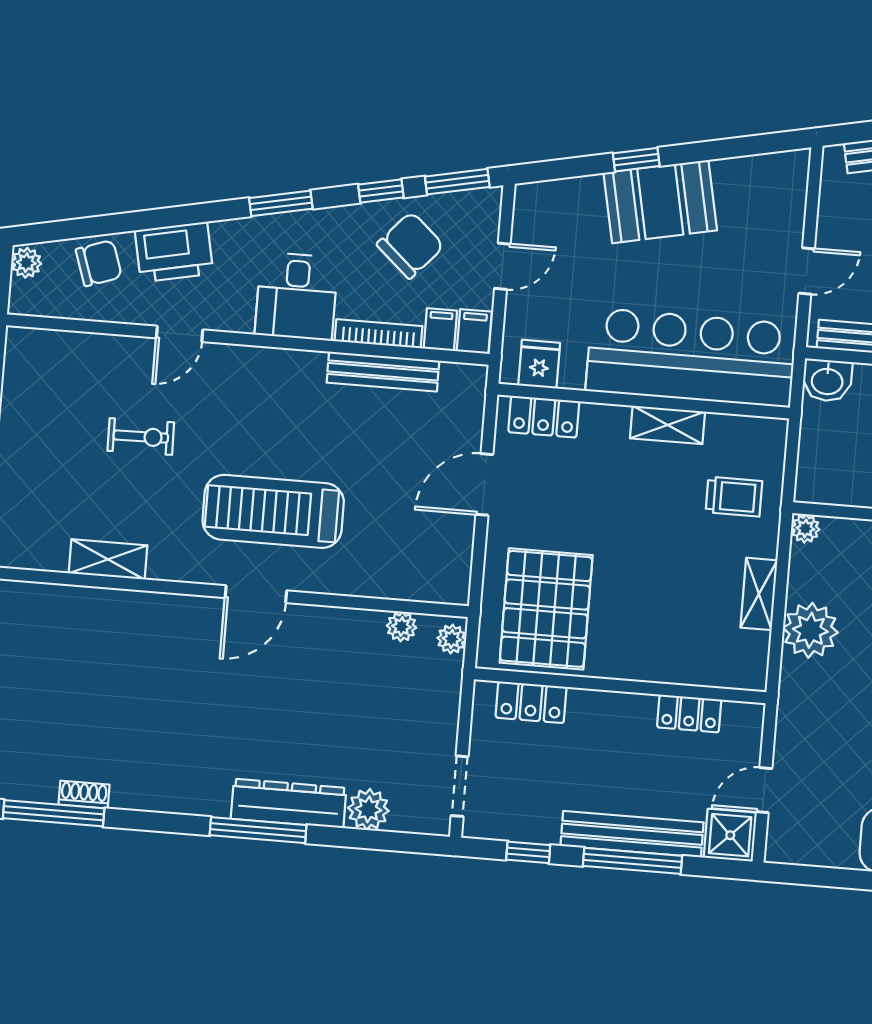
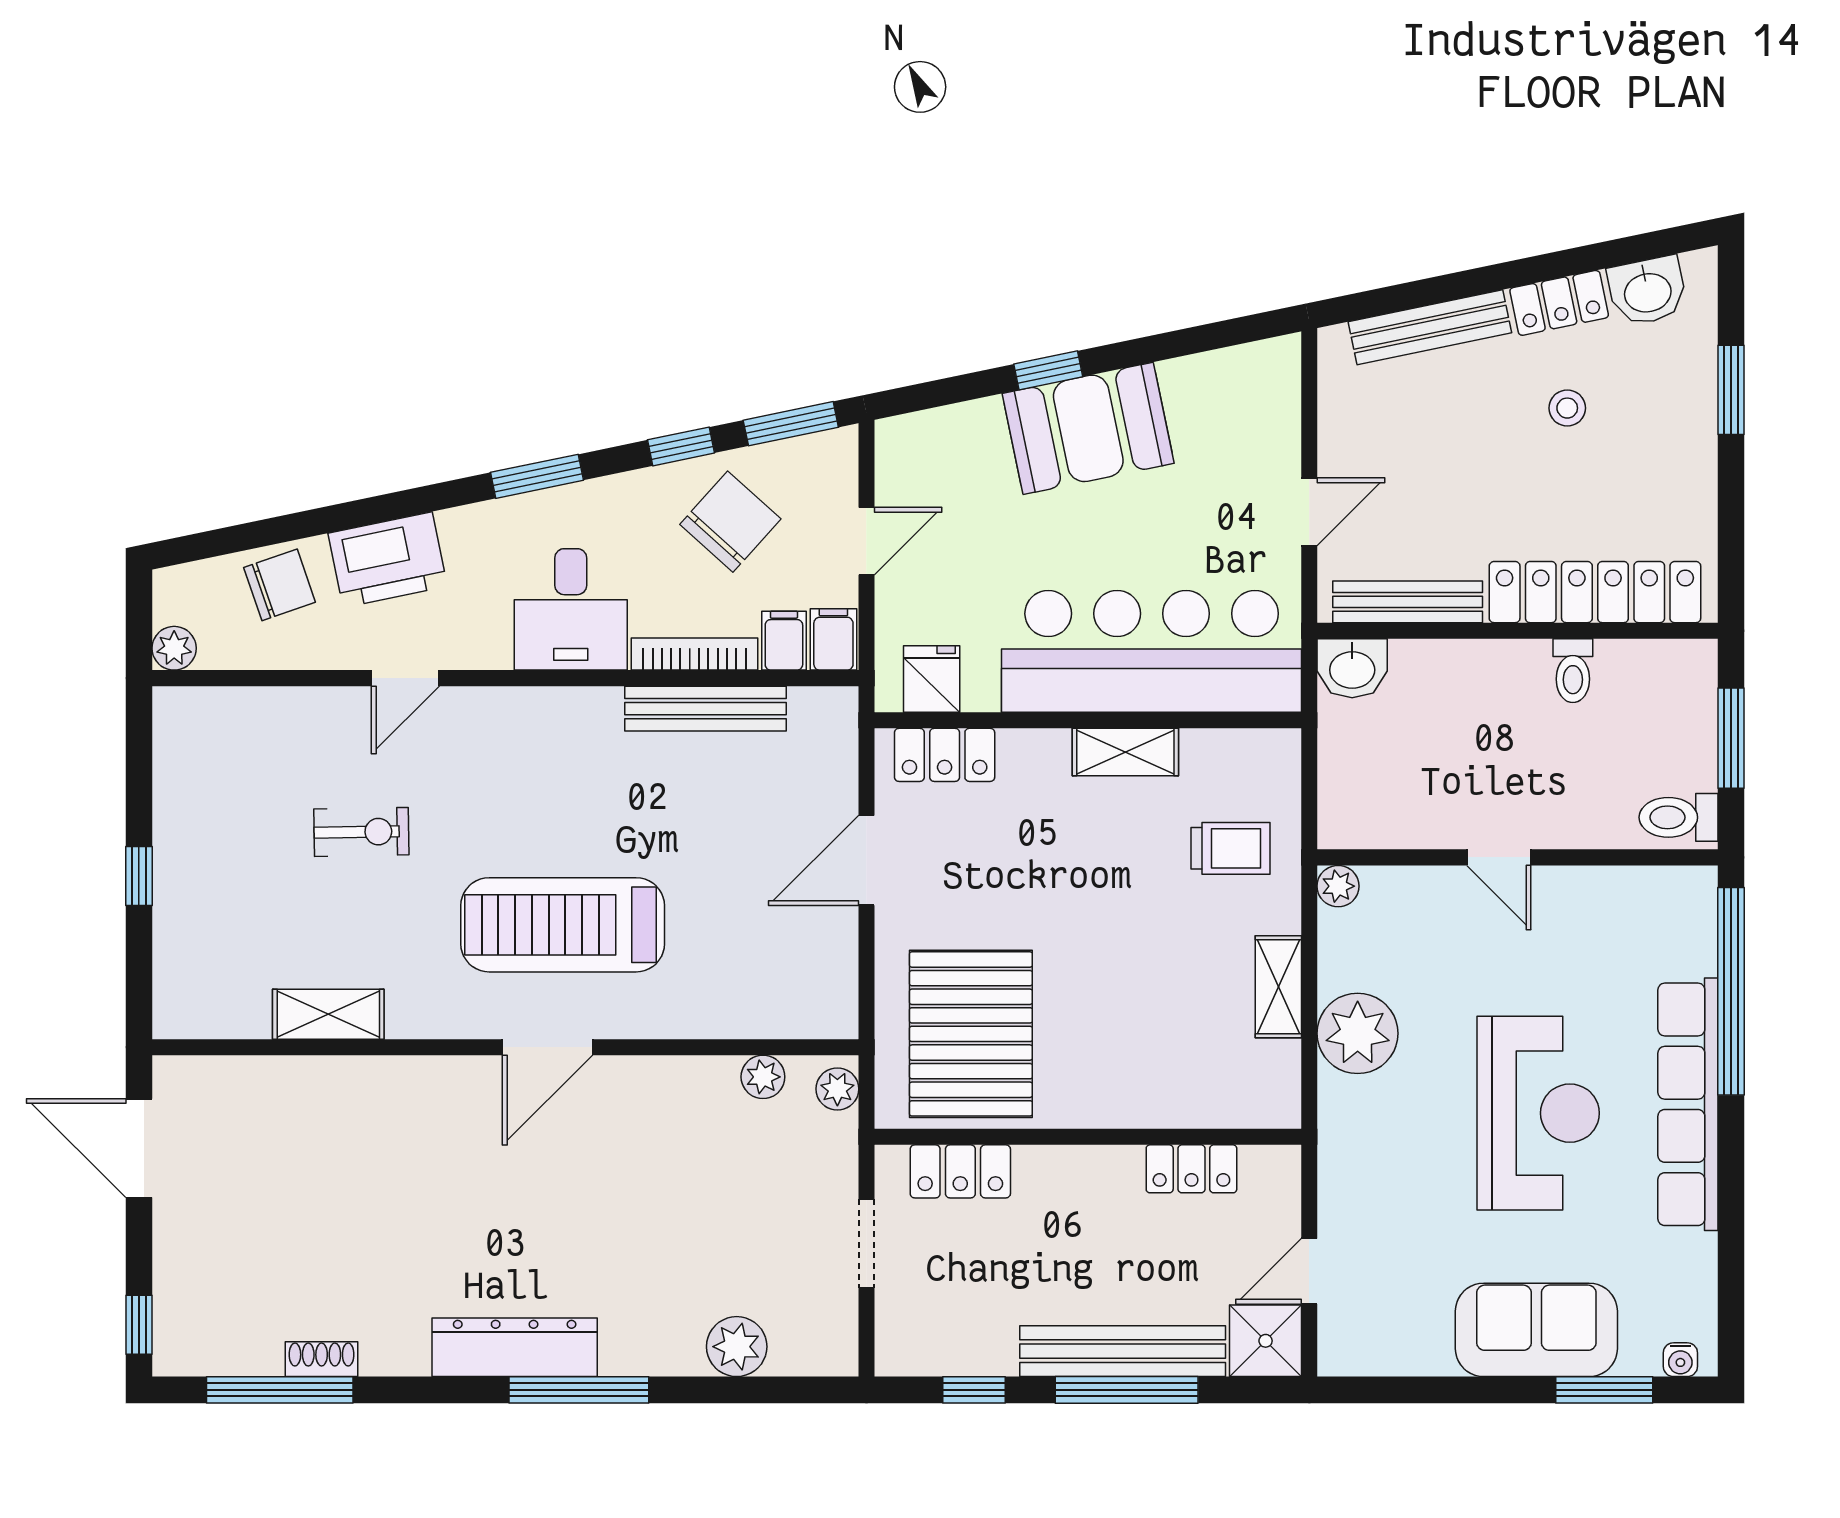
plant: (26, 263) -> (174, 648), moved
doorway: (460, 786) -> (866, 1243), moved
dresser: (289, 803) -> (515, 1347), moved

